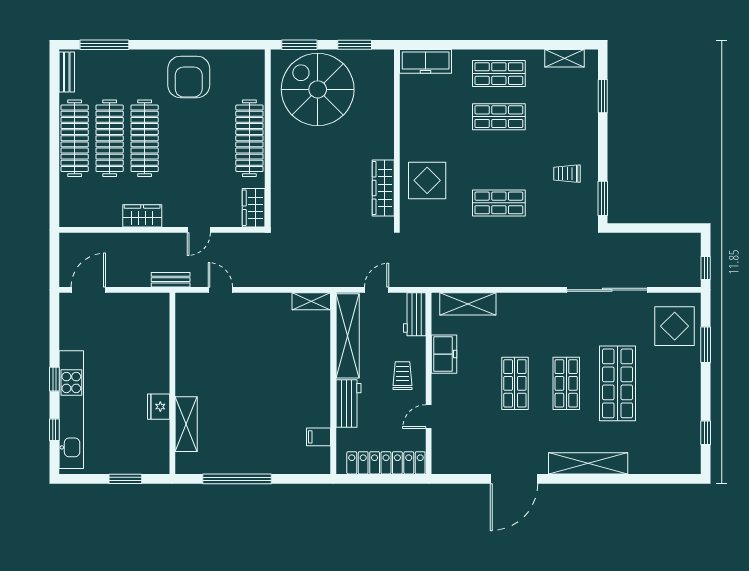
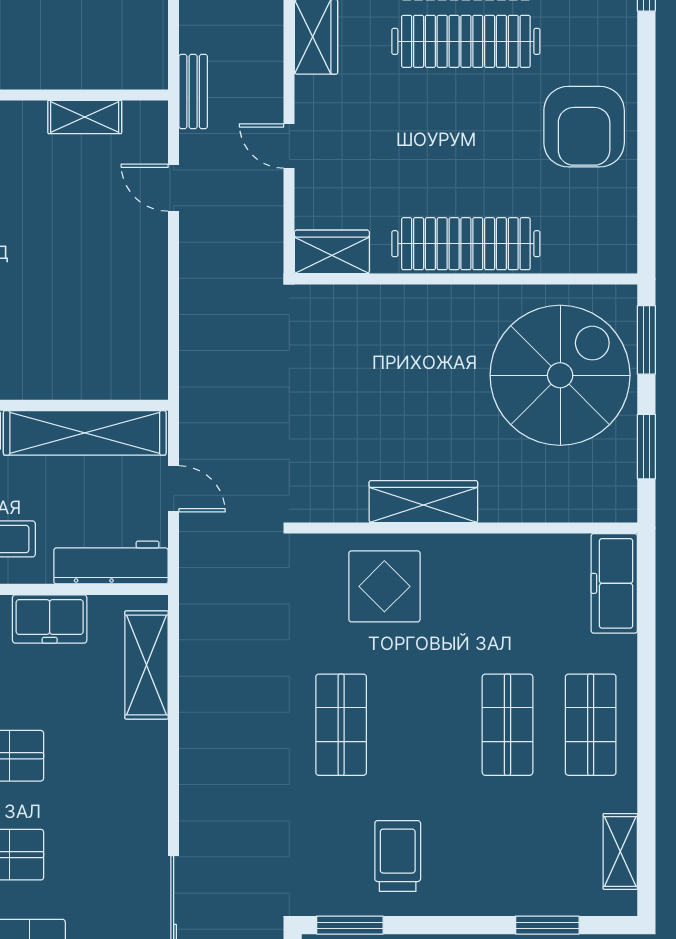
armchair: (189, 77) -> (584, 127), turned -90
trolley: (567, 174) -> (398, 856), width x1.36, depth x1.39
wardrobe: (383, 188) -> (423, 502), moved
door: (220, 290) -> (174, 188), swing flipped
shelving: (311, 301) -> (85, 117), moved, turned 90
workbench: (415, 314) -> (111, 562), width x1.37

